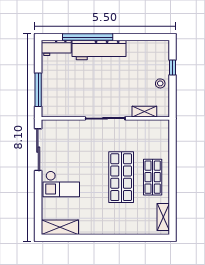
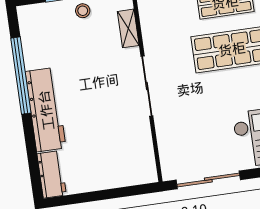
window: (88, 37) -> (21, 76), moved
window: (38, 90) -> (118, 193), removed

